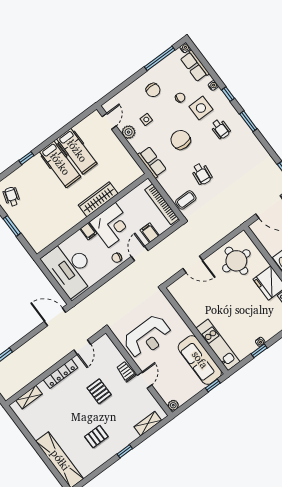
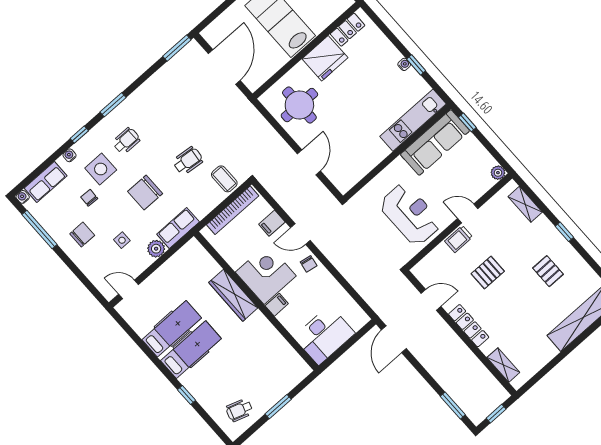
plant: (129, 132) -> (156, 249), moved
desk: (70, 268) -> (324, 335), width x0.73, depth x0.77

